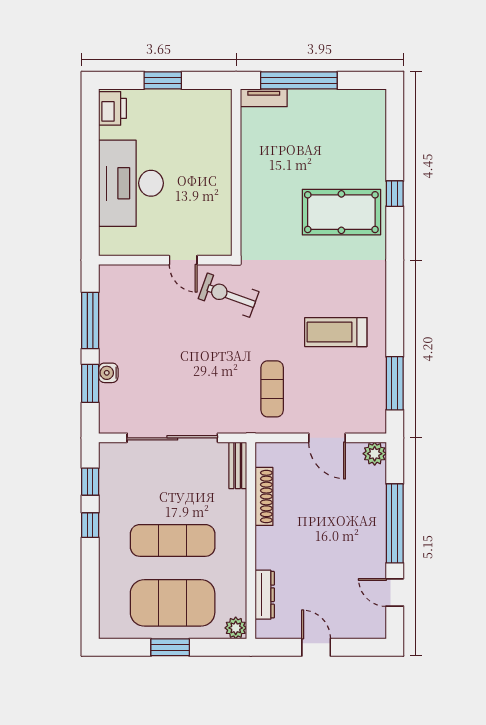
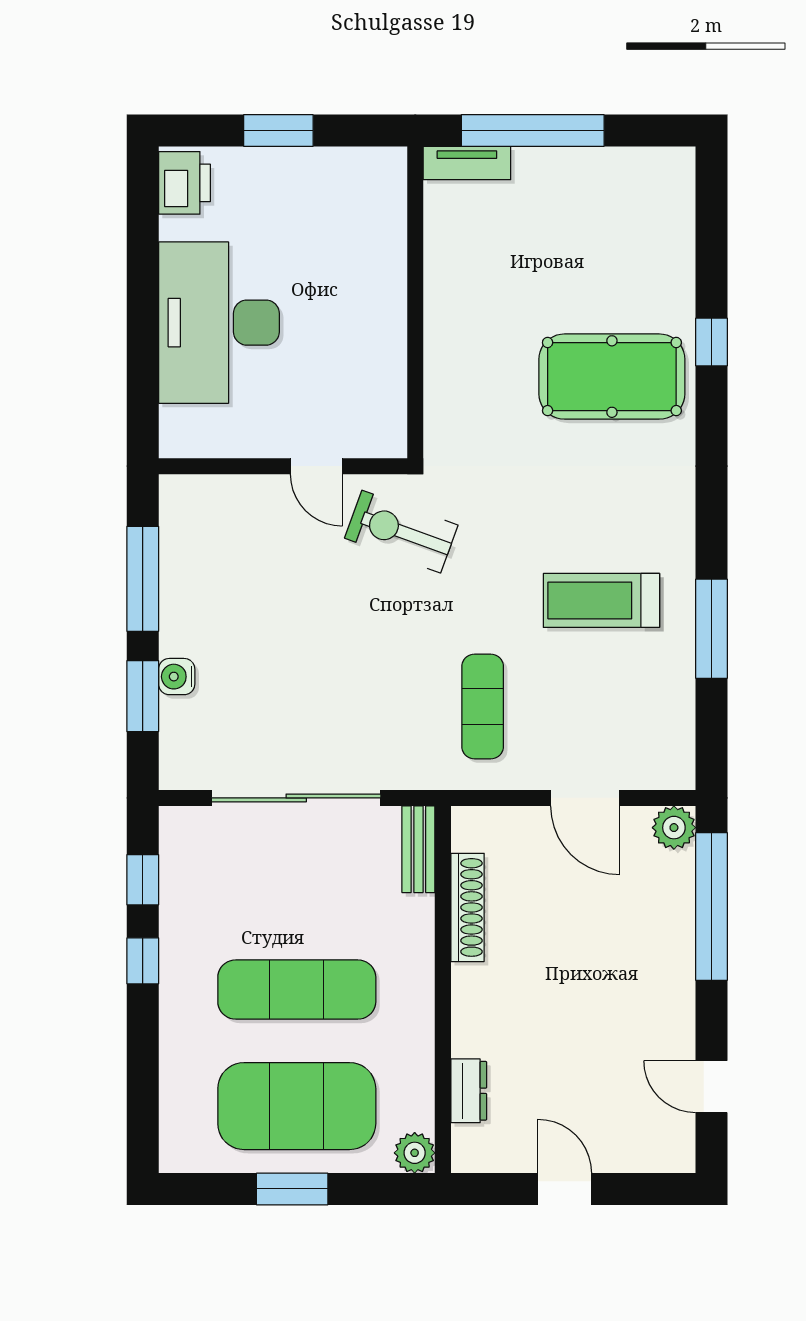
window: (395, 383) -> (711, 629), moved
window: (395, 523) -> (711, 906), moved
dresser: (265, 595) -> (469, 1091), width x0.70

